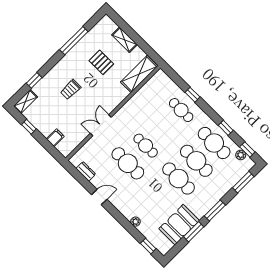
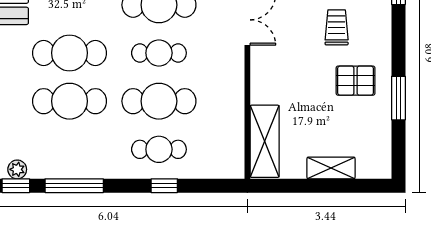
window: (74, 41) -> (398, 98), width x0.69
pallet: (101, 62) -> (356, 81), moved
window: (226, 128) -> (74, 186), width x2.17
cafe table: (214, 143) -> (159, 101), moved

